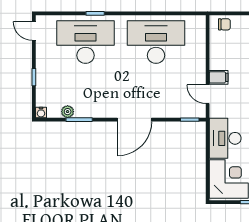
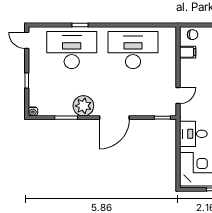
filing cabinet: (219, 77) -> (188, 52), moved
door: (208, 94) -> (178, 95), swing flipped
plant: (68, 112) -> (83, 106), moved, width x1.87, depth x1.87
desk: (225, 138) -> (193, 134), width x0.73

